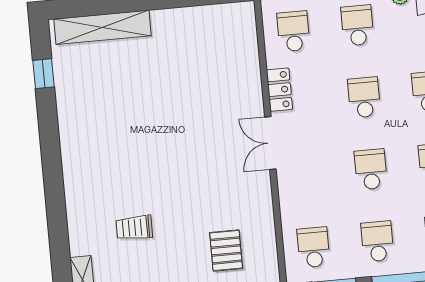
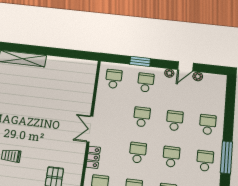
locker: (279, 90) -> (93, 157), moved

